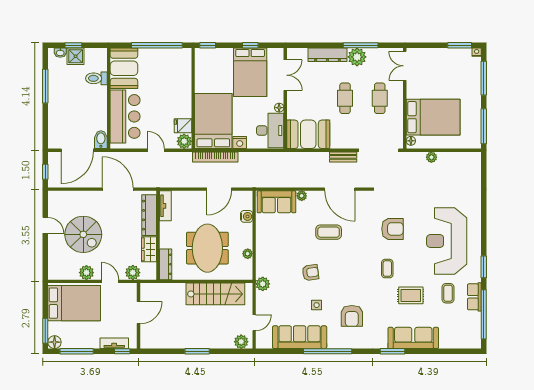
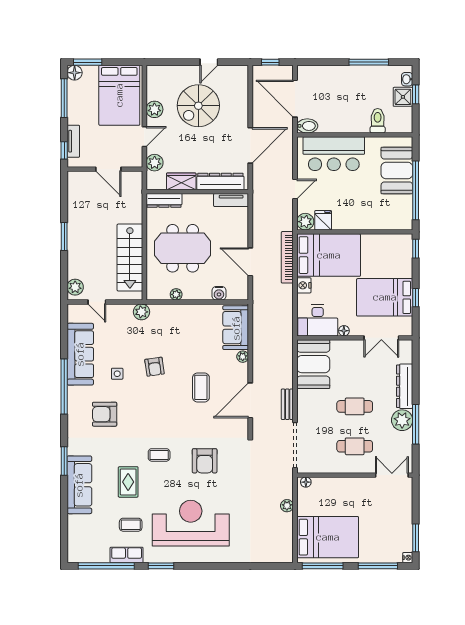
booth: (124, 68) -> (397, 170), moved, turned 90
bed: (433, 117) -> (328, 537), moved, turned -90

